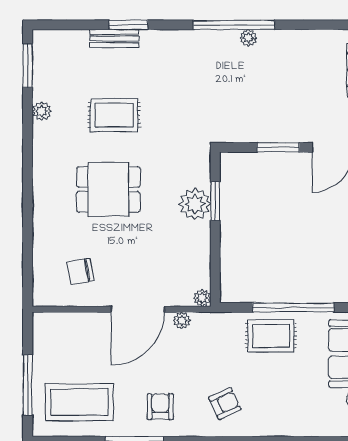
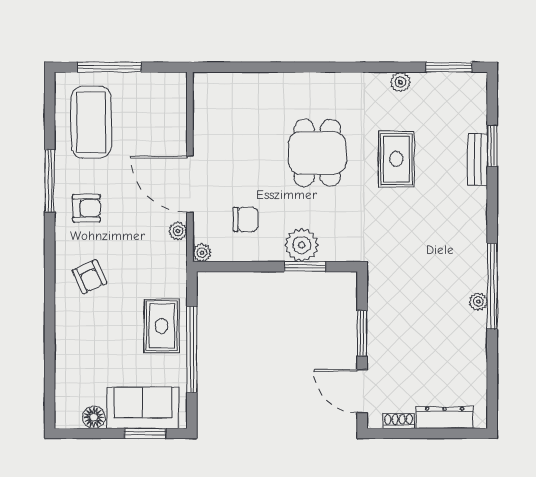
window: (128, 25) -> (492, 146), moved
chair: (80, 271) -> (246, 219), moved, turned 100

